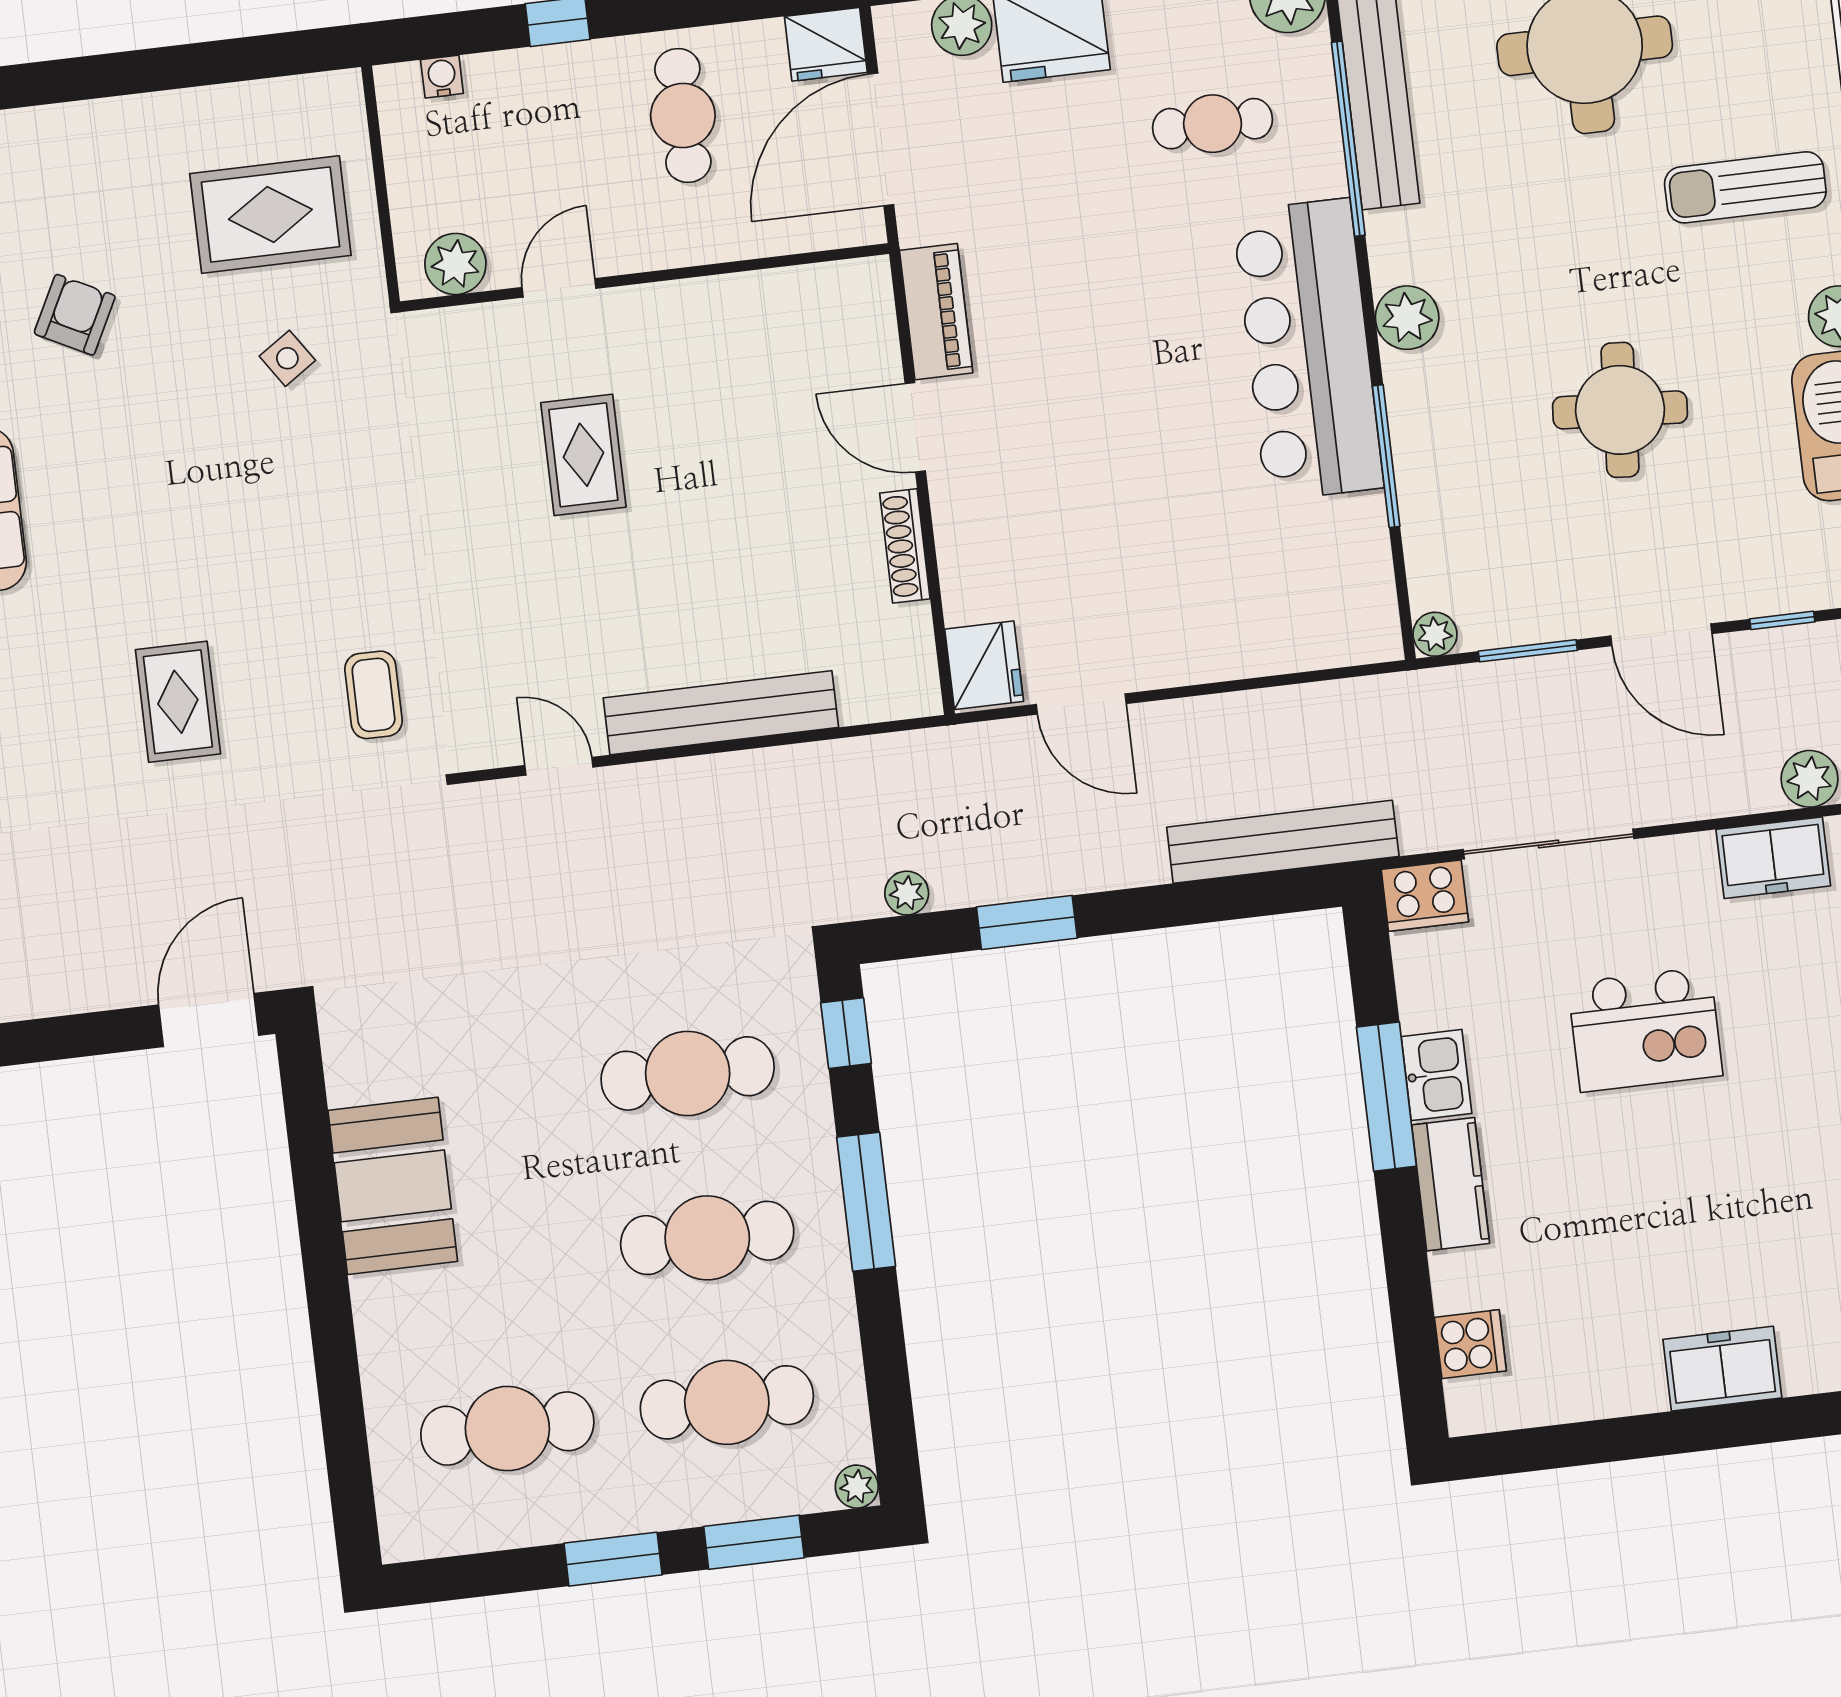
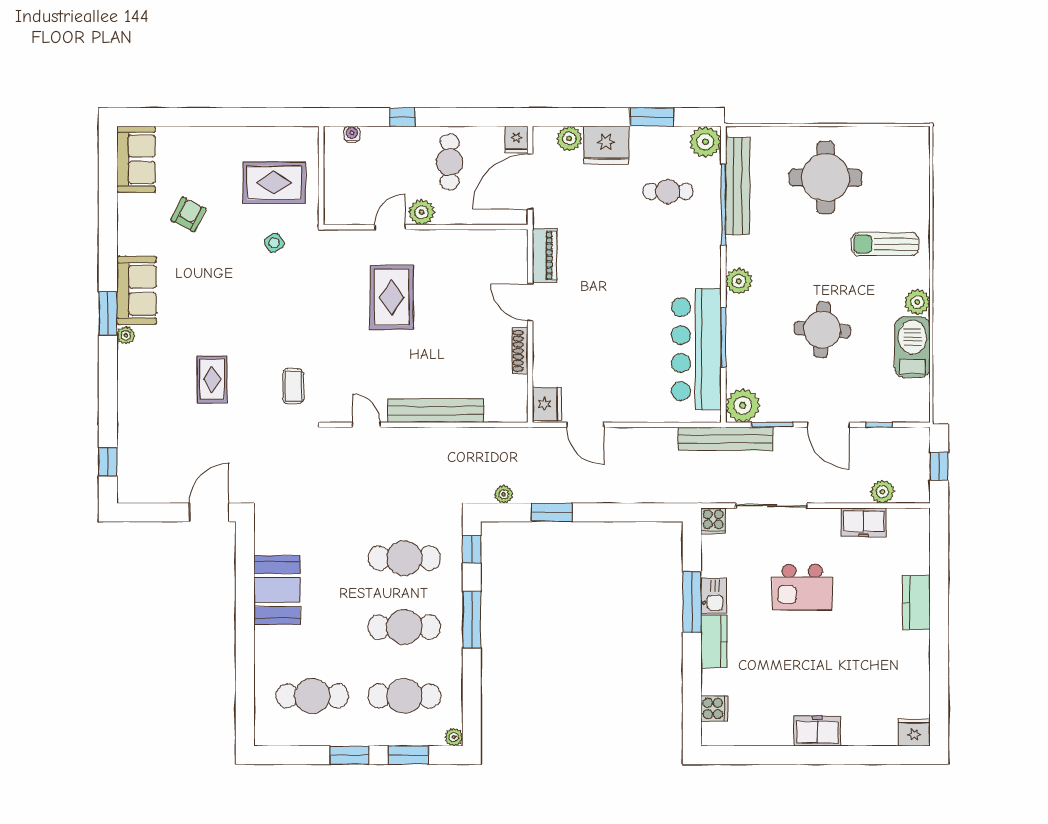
fridge: (826, 44) -> (517, 140), width x0.72
plant: (455, 264) -> (422, 212), moved
bar counter: (1308, 350) -> (696, 349), moved
rug: (583, 455) -> (392, 297), width x1.36, depth x1.43
plant: (1435, 634) -> (743, 405), width x1.88, depth x1.88
bench: (1283, 842) -> (726, 439), moved
cooker: (1425, 896) -> (713, 521), width x0.73

